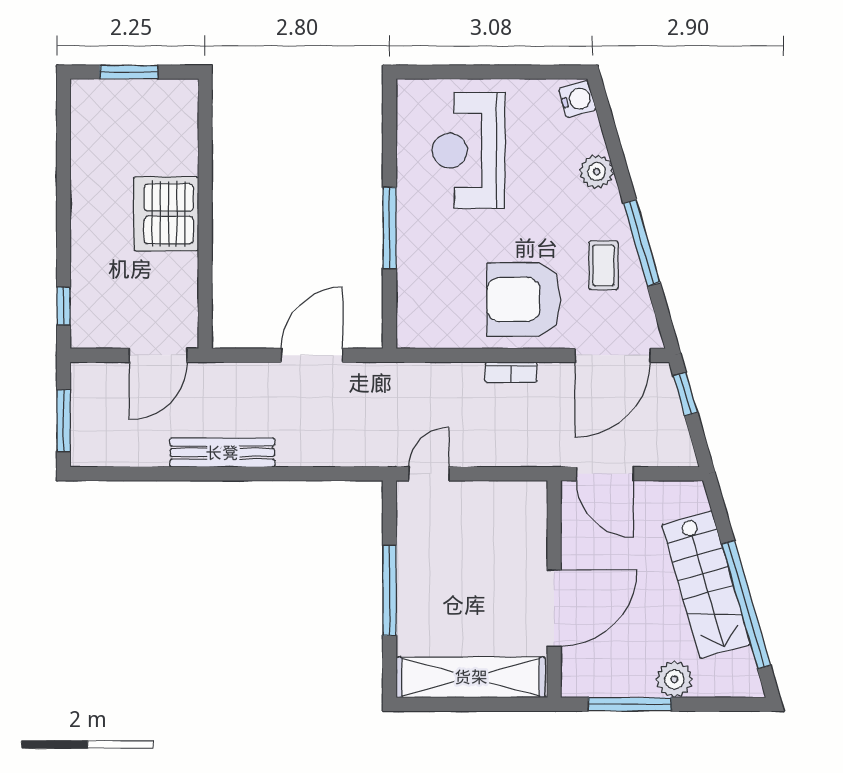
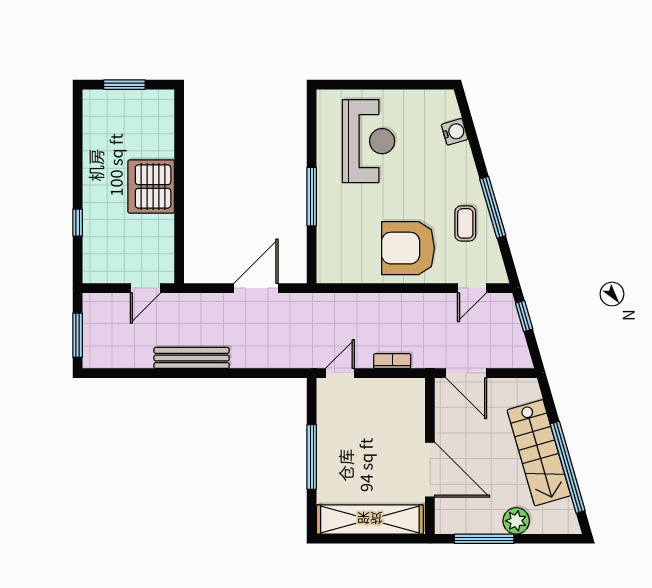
water cooler: (577, 99) -> (455, 132), moved
reception desk: (469, 151) -> (368, 141), turned 180
plant: (597, 172) -> (460, 156), removed
window: (64, 306) -> (78, 223), moved
door: (158, 355) -> (145, 288), width x0.73
door: (613, 355) -> (472, 288), width x0.53
bookcase: (511, 372) -> (392, 361), moved, turned 180
door: (554, 608) -> (430, 470), hinge flipped

